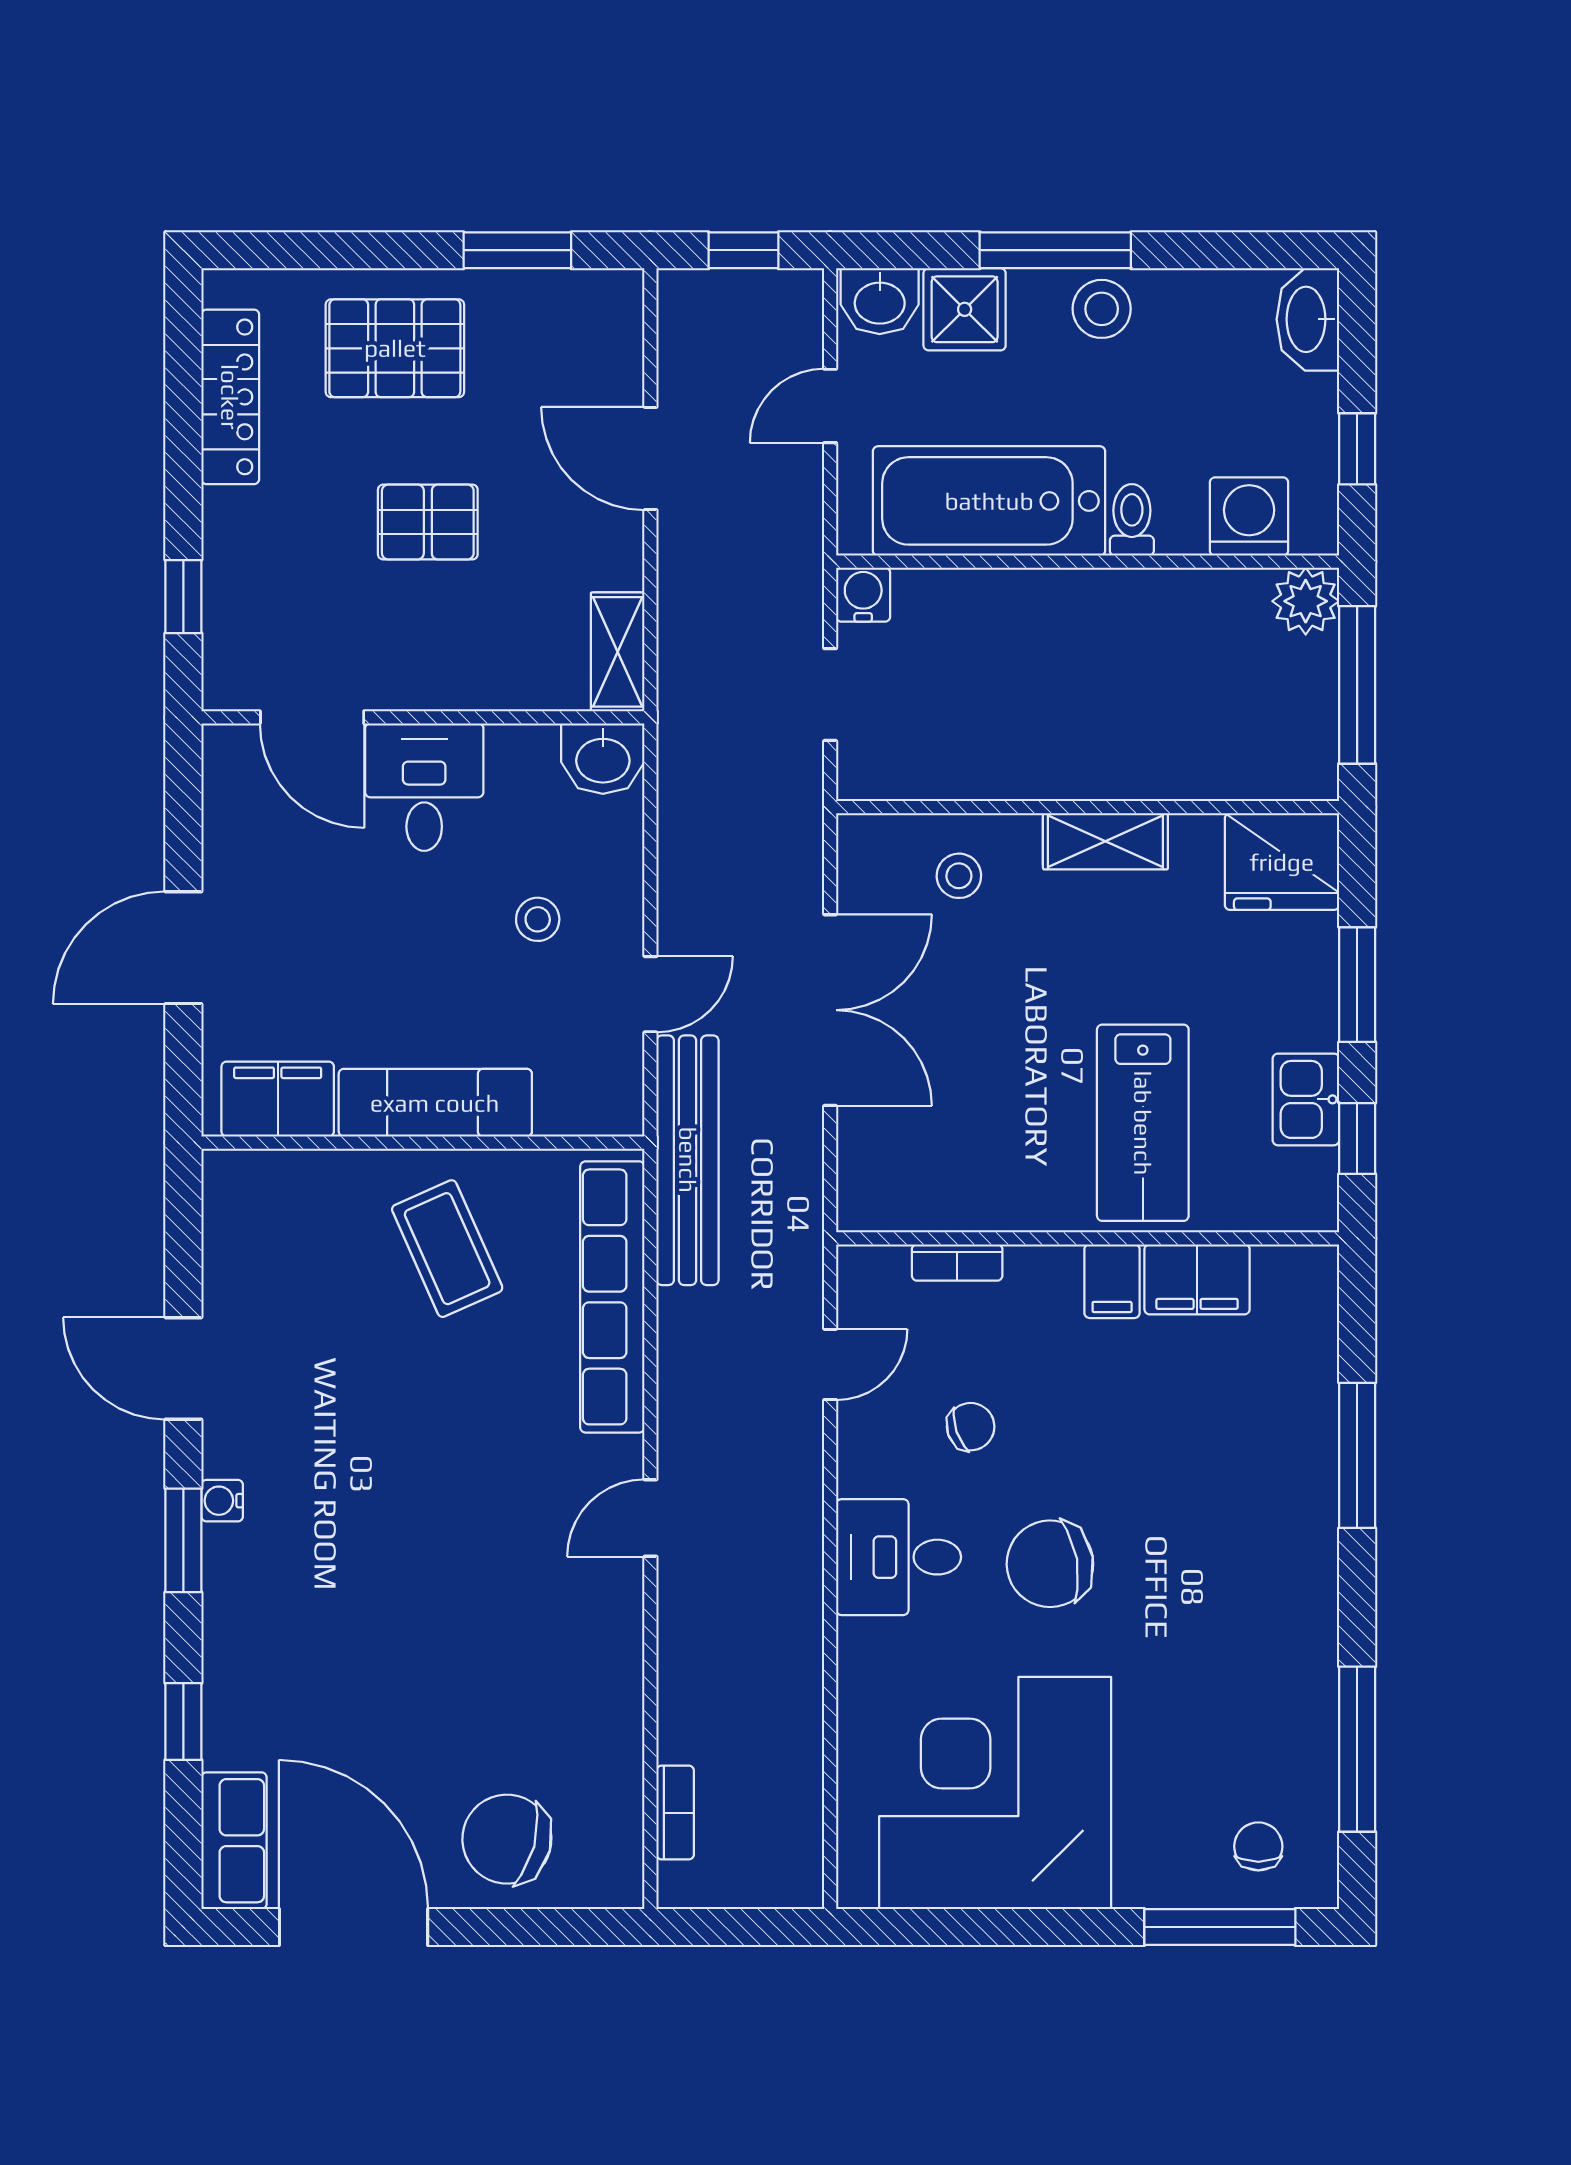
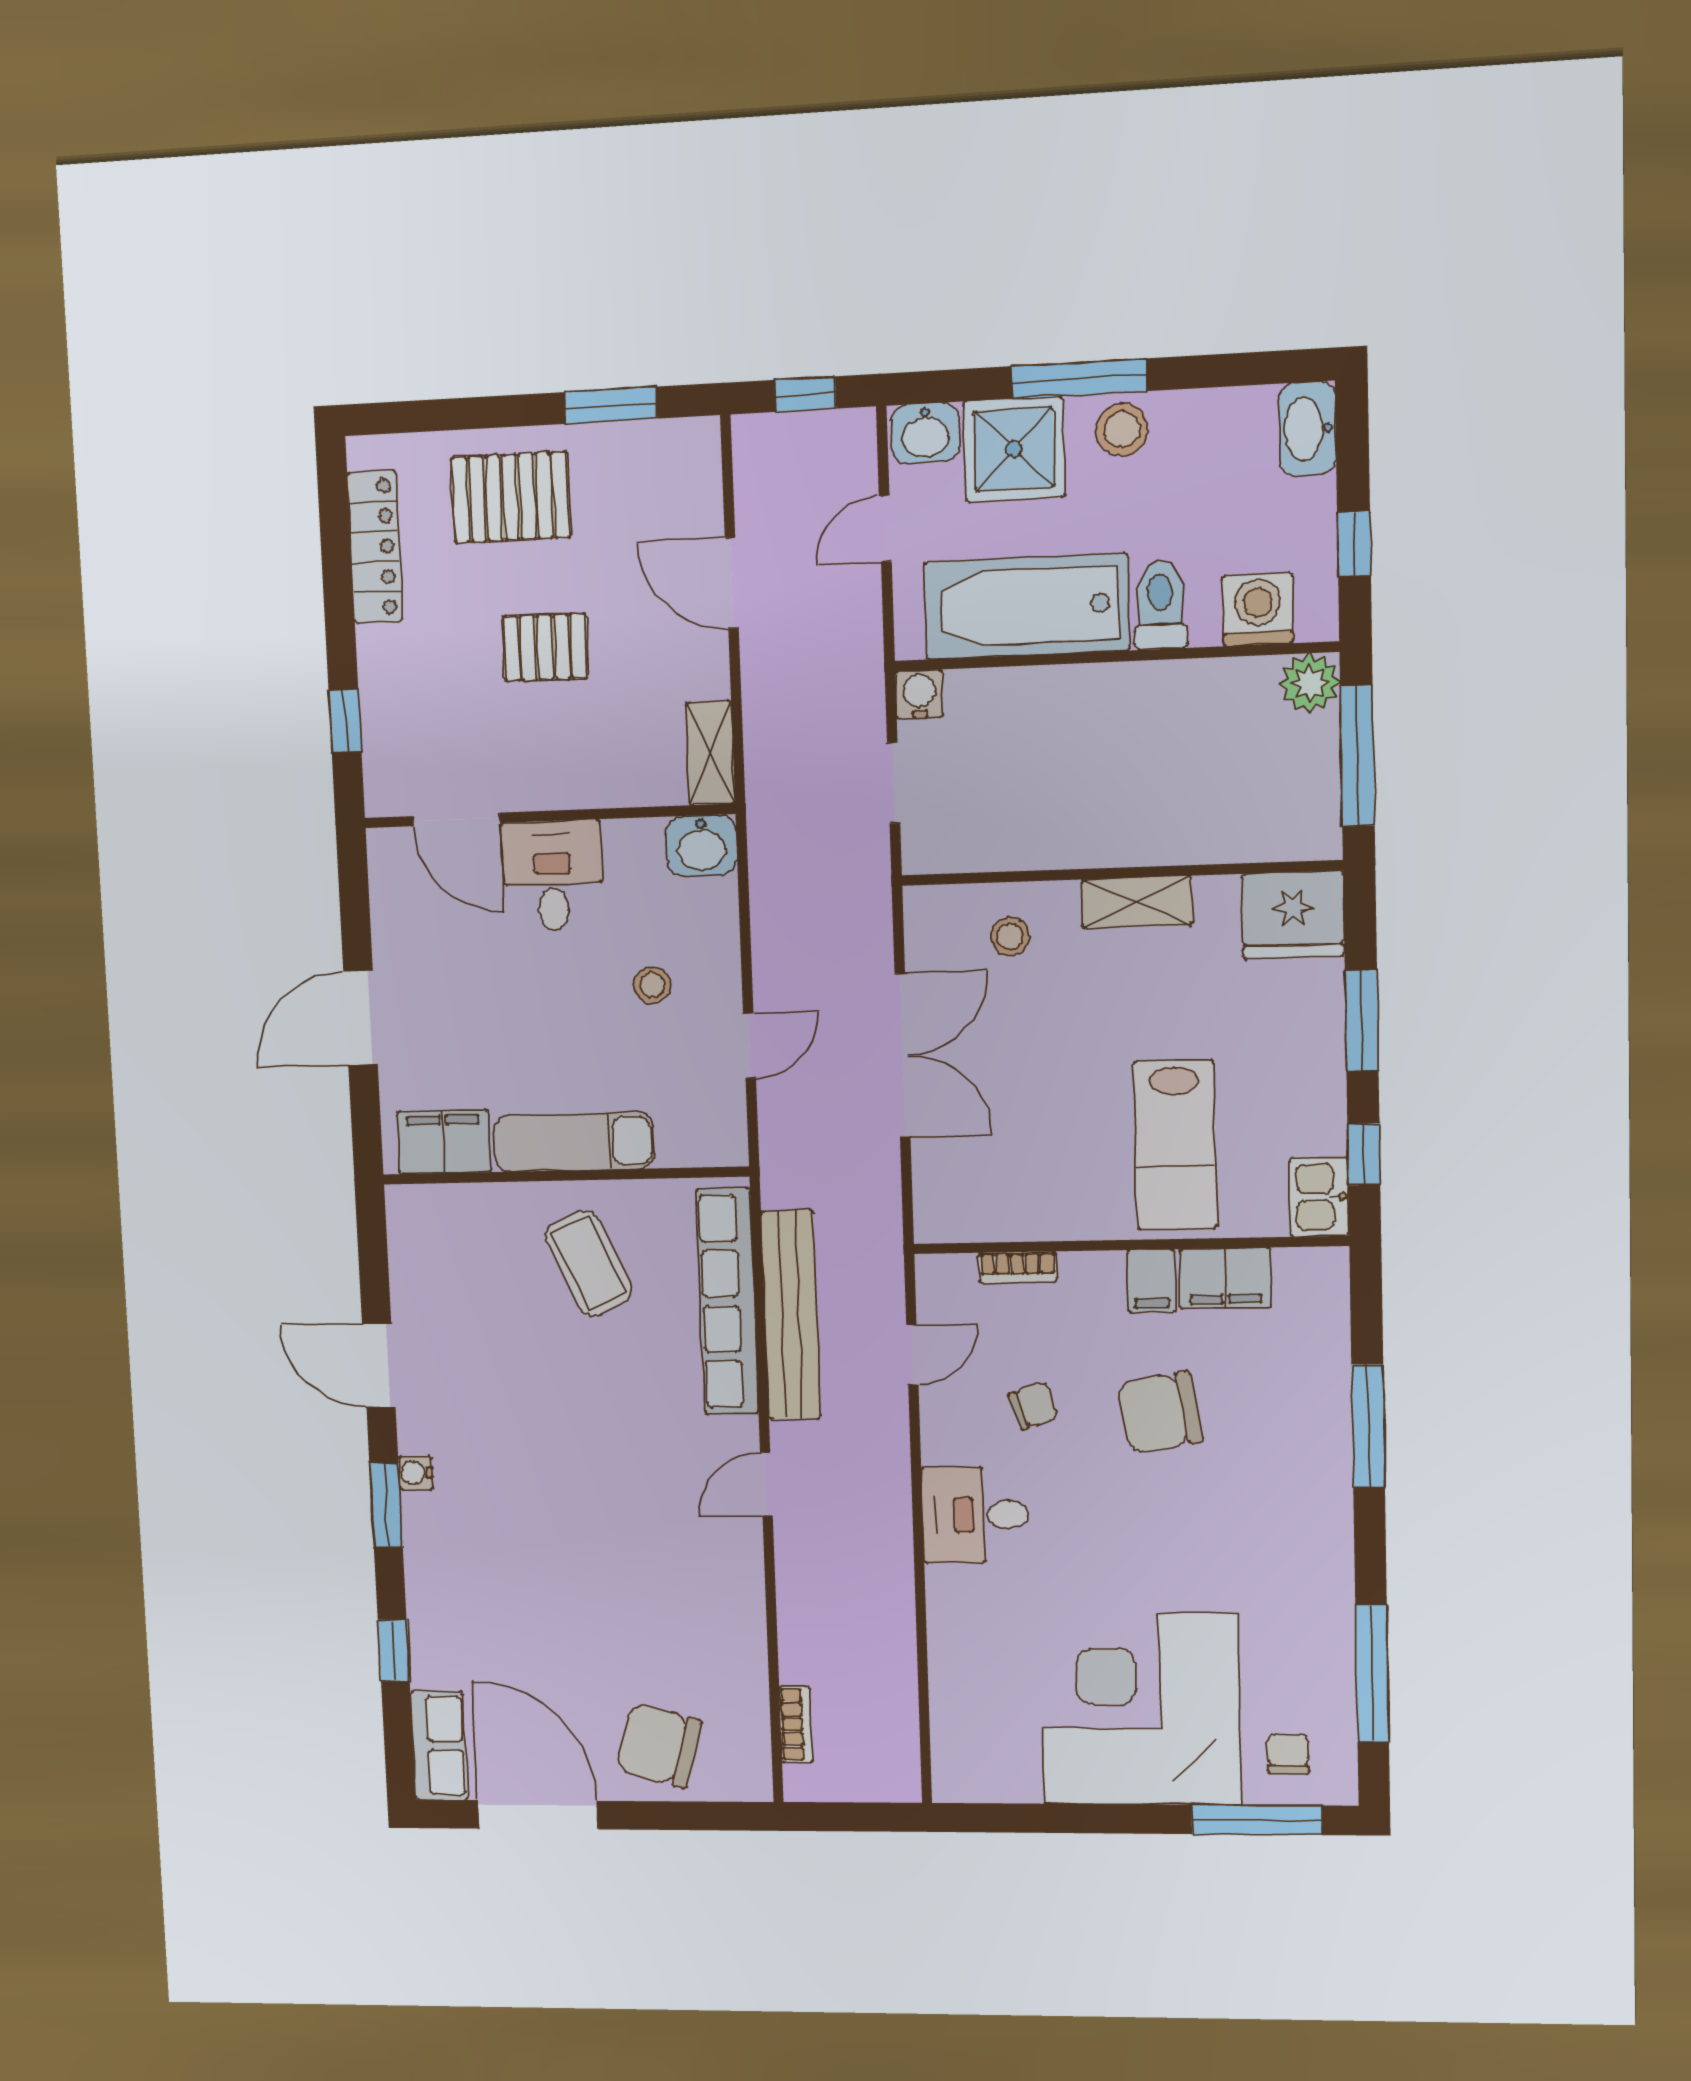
shower: (965, 309) -> (1014, 449), width x1.36, depth x1.36
toilet: (1132, 520) -> (1160, 605), width x1.37, depth x1.39
kitchen sink: (1306, 1099) -> (1319, 1197), moved
bench: (688, 1160) -> (791, 1315), moved
chair: (1050, 1564) -> (1160, 1412), moved
corner desk: (995, 1793) -> (1140, 1709), moved

